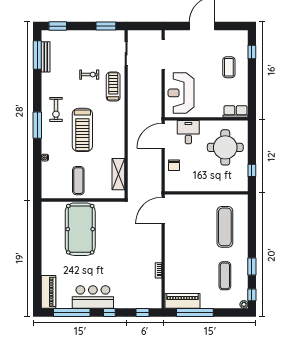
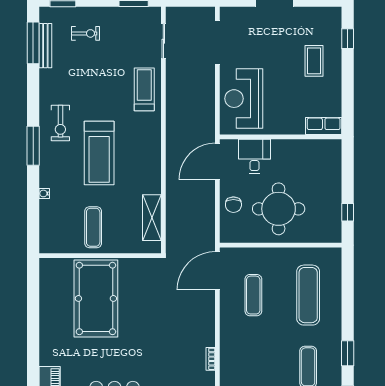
exercise bike: (89, 75) -> (86, 33), moved
round table: (225, 147) -> (279, 209), moved
exercise mat: (188, 227) -> (253, 295), added

